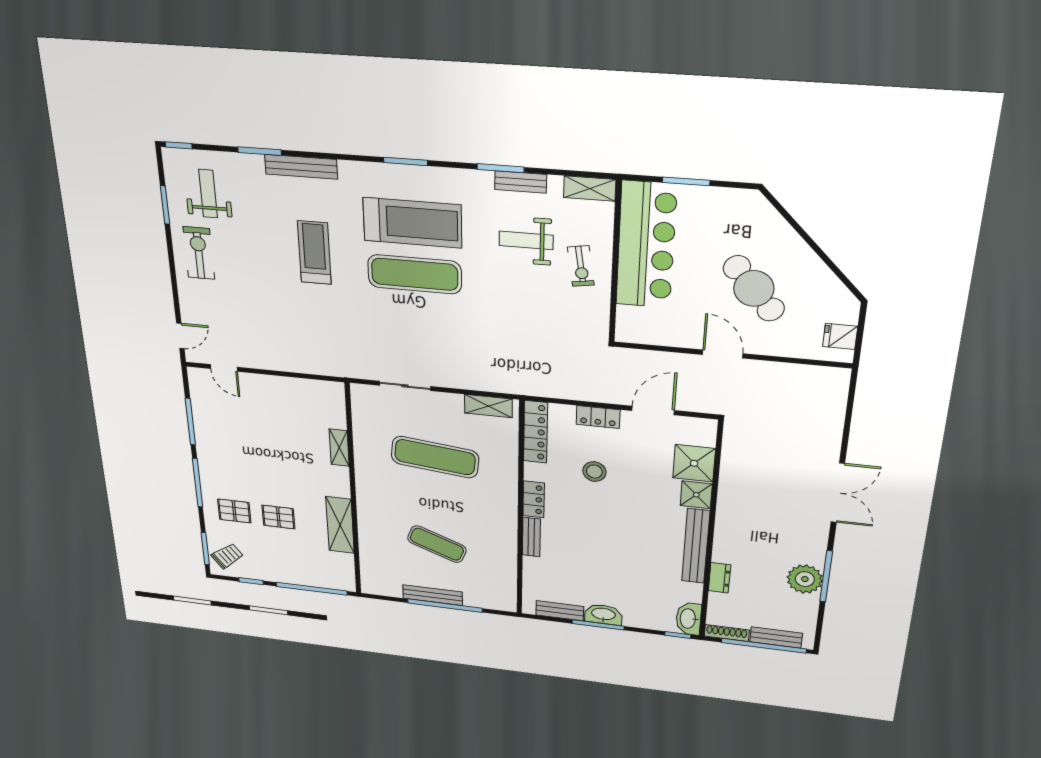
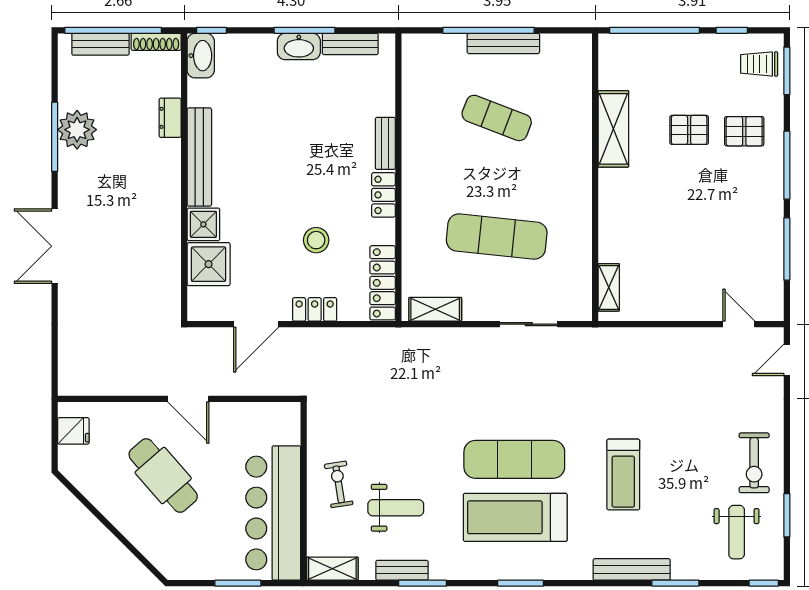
shelving: (339, 448) -> (609, 287), moved
trolley: (227, 556) -> (759, 64), turned 38

